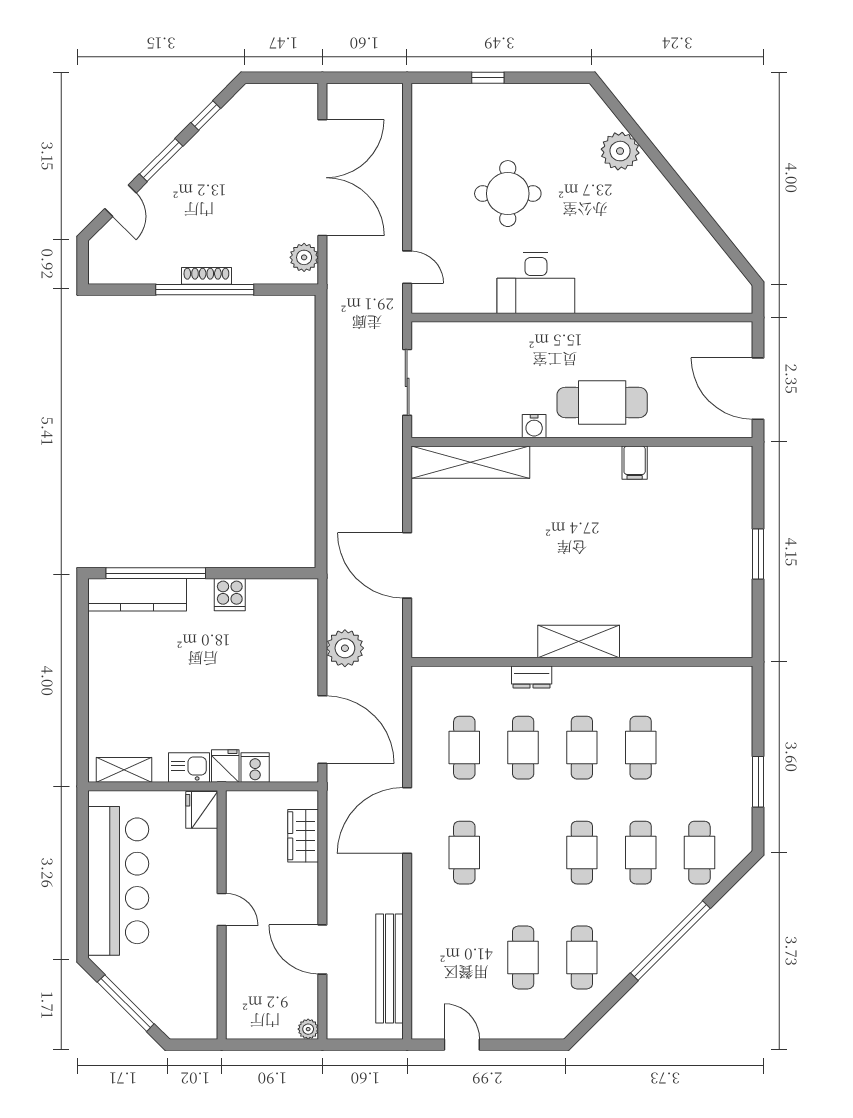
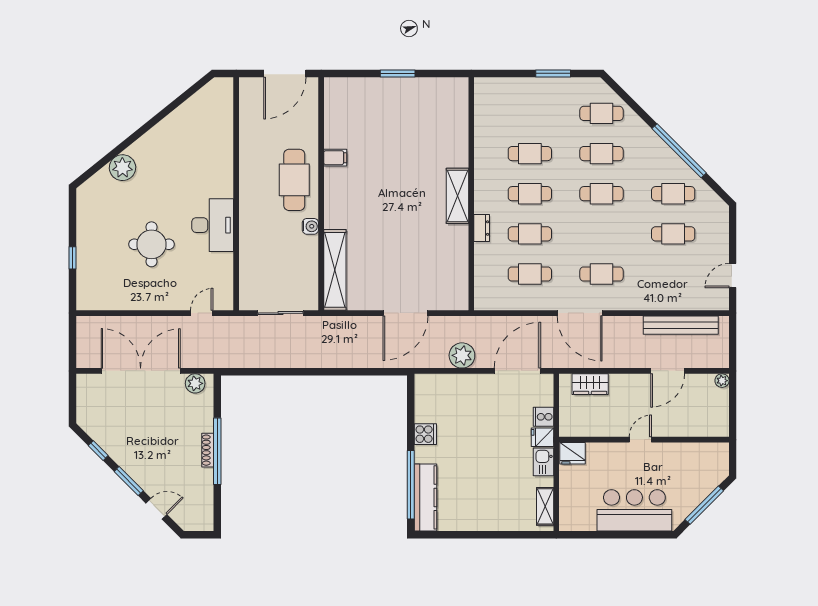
bar counter: (118, 881) -> (634, 510), width x0.73
window: (670, 941) -> (679, 151), moved

